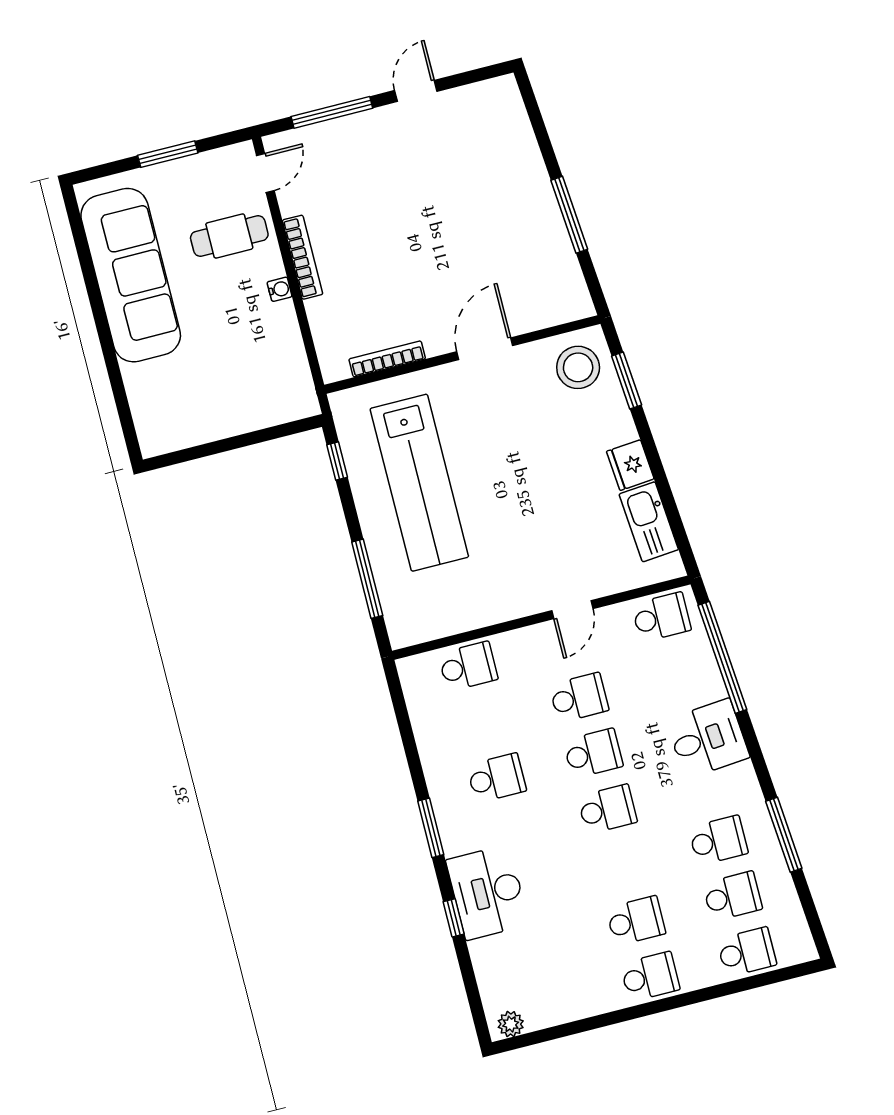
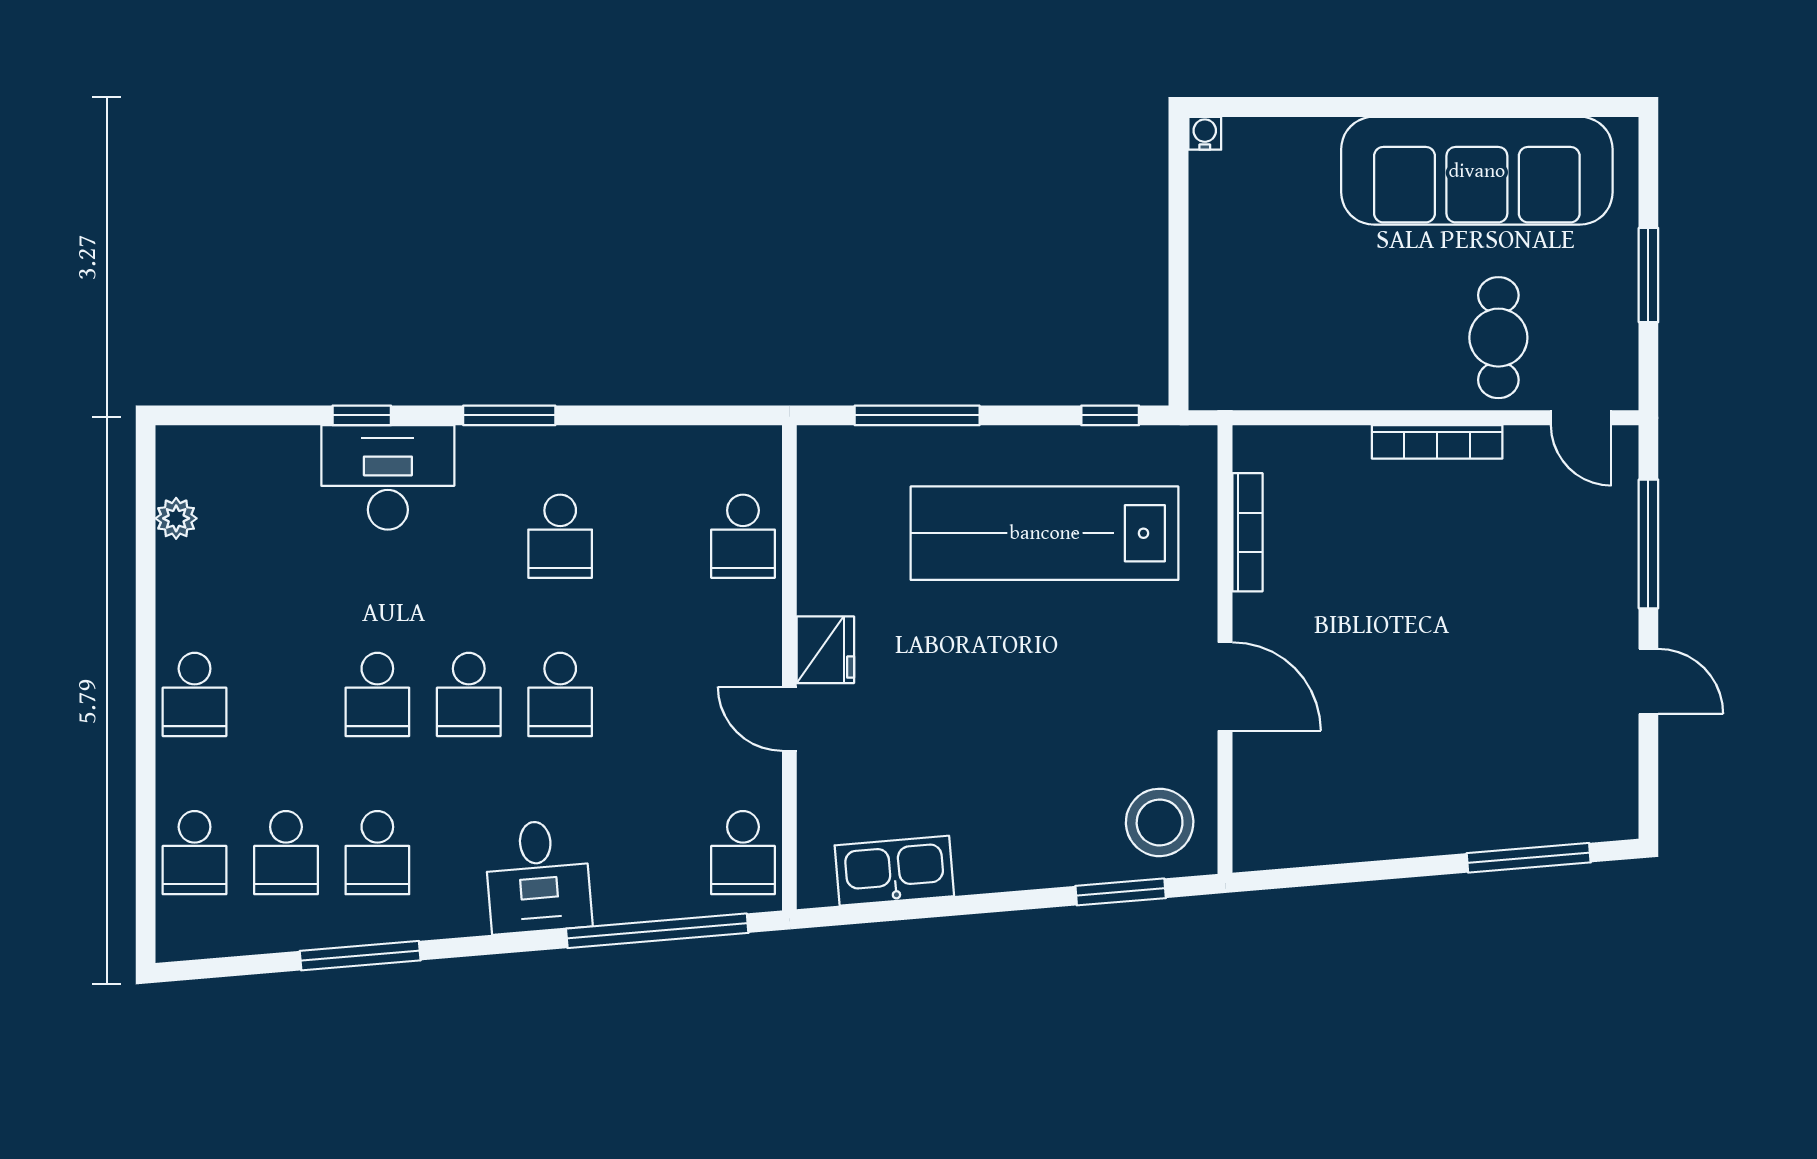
window: (569, 215) -> (1529, 858), moved
water cooler: (280, 289) -> (1205, 133), moved, turned 180
fridge: (630, 465) -> (825, 650), moved, turned 95
school desk: (579, 698) -> (652, 694), removed
school desk: (636, 921) -> (377, 694), moved
plant: (511, 1024) -> (176, 518), moved

